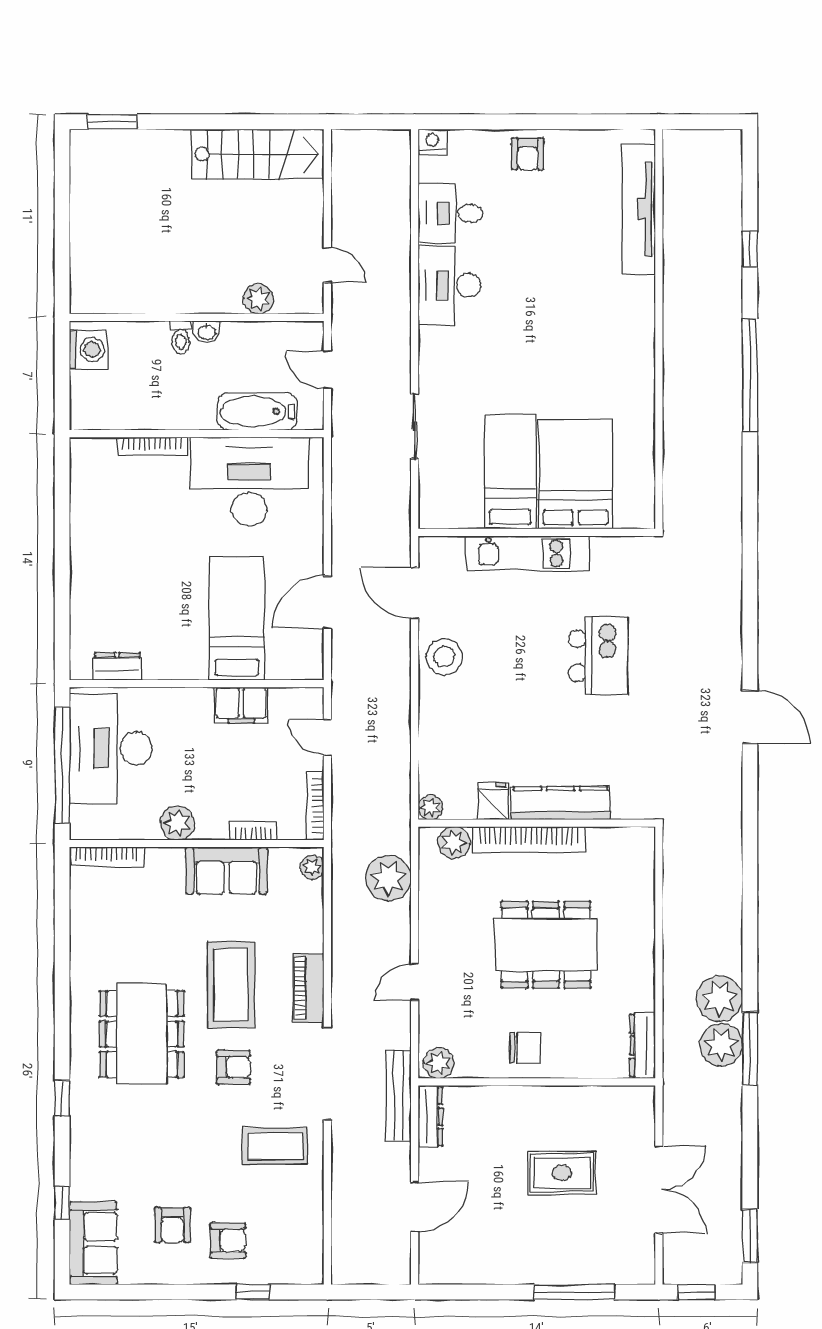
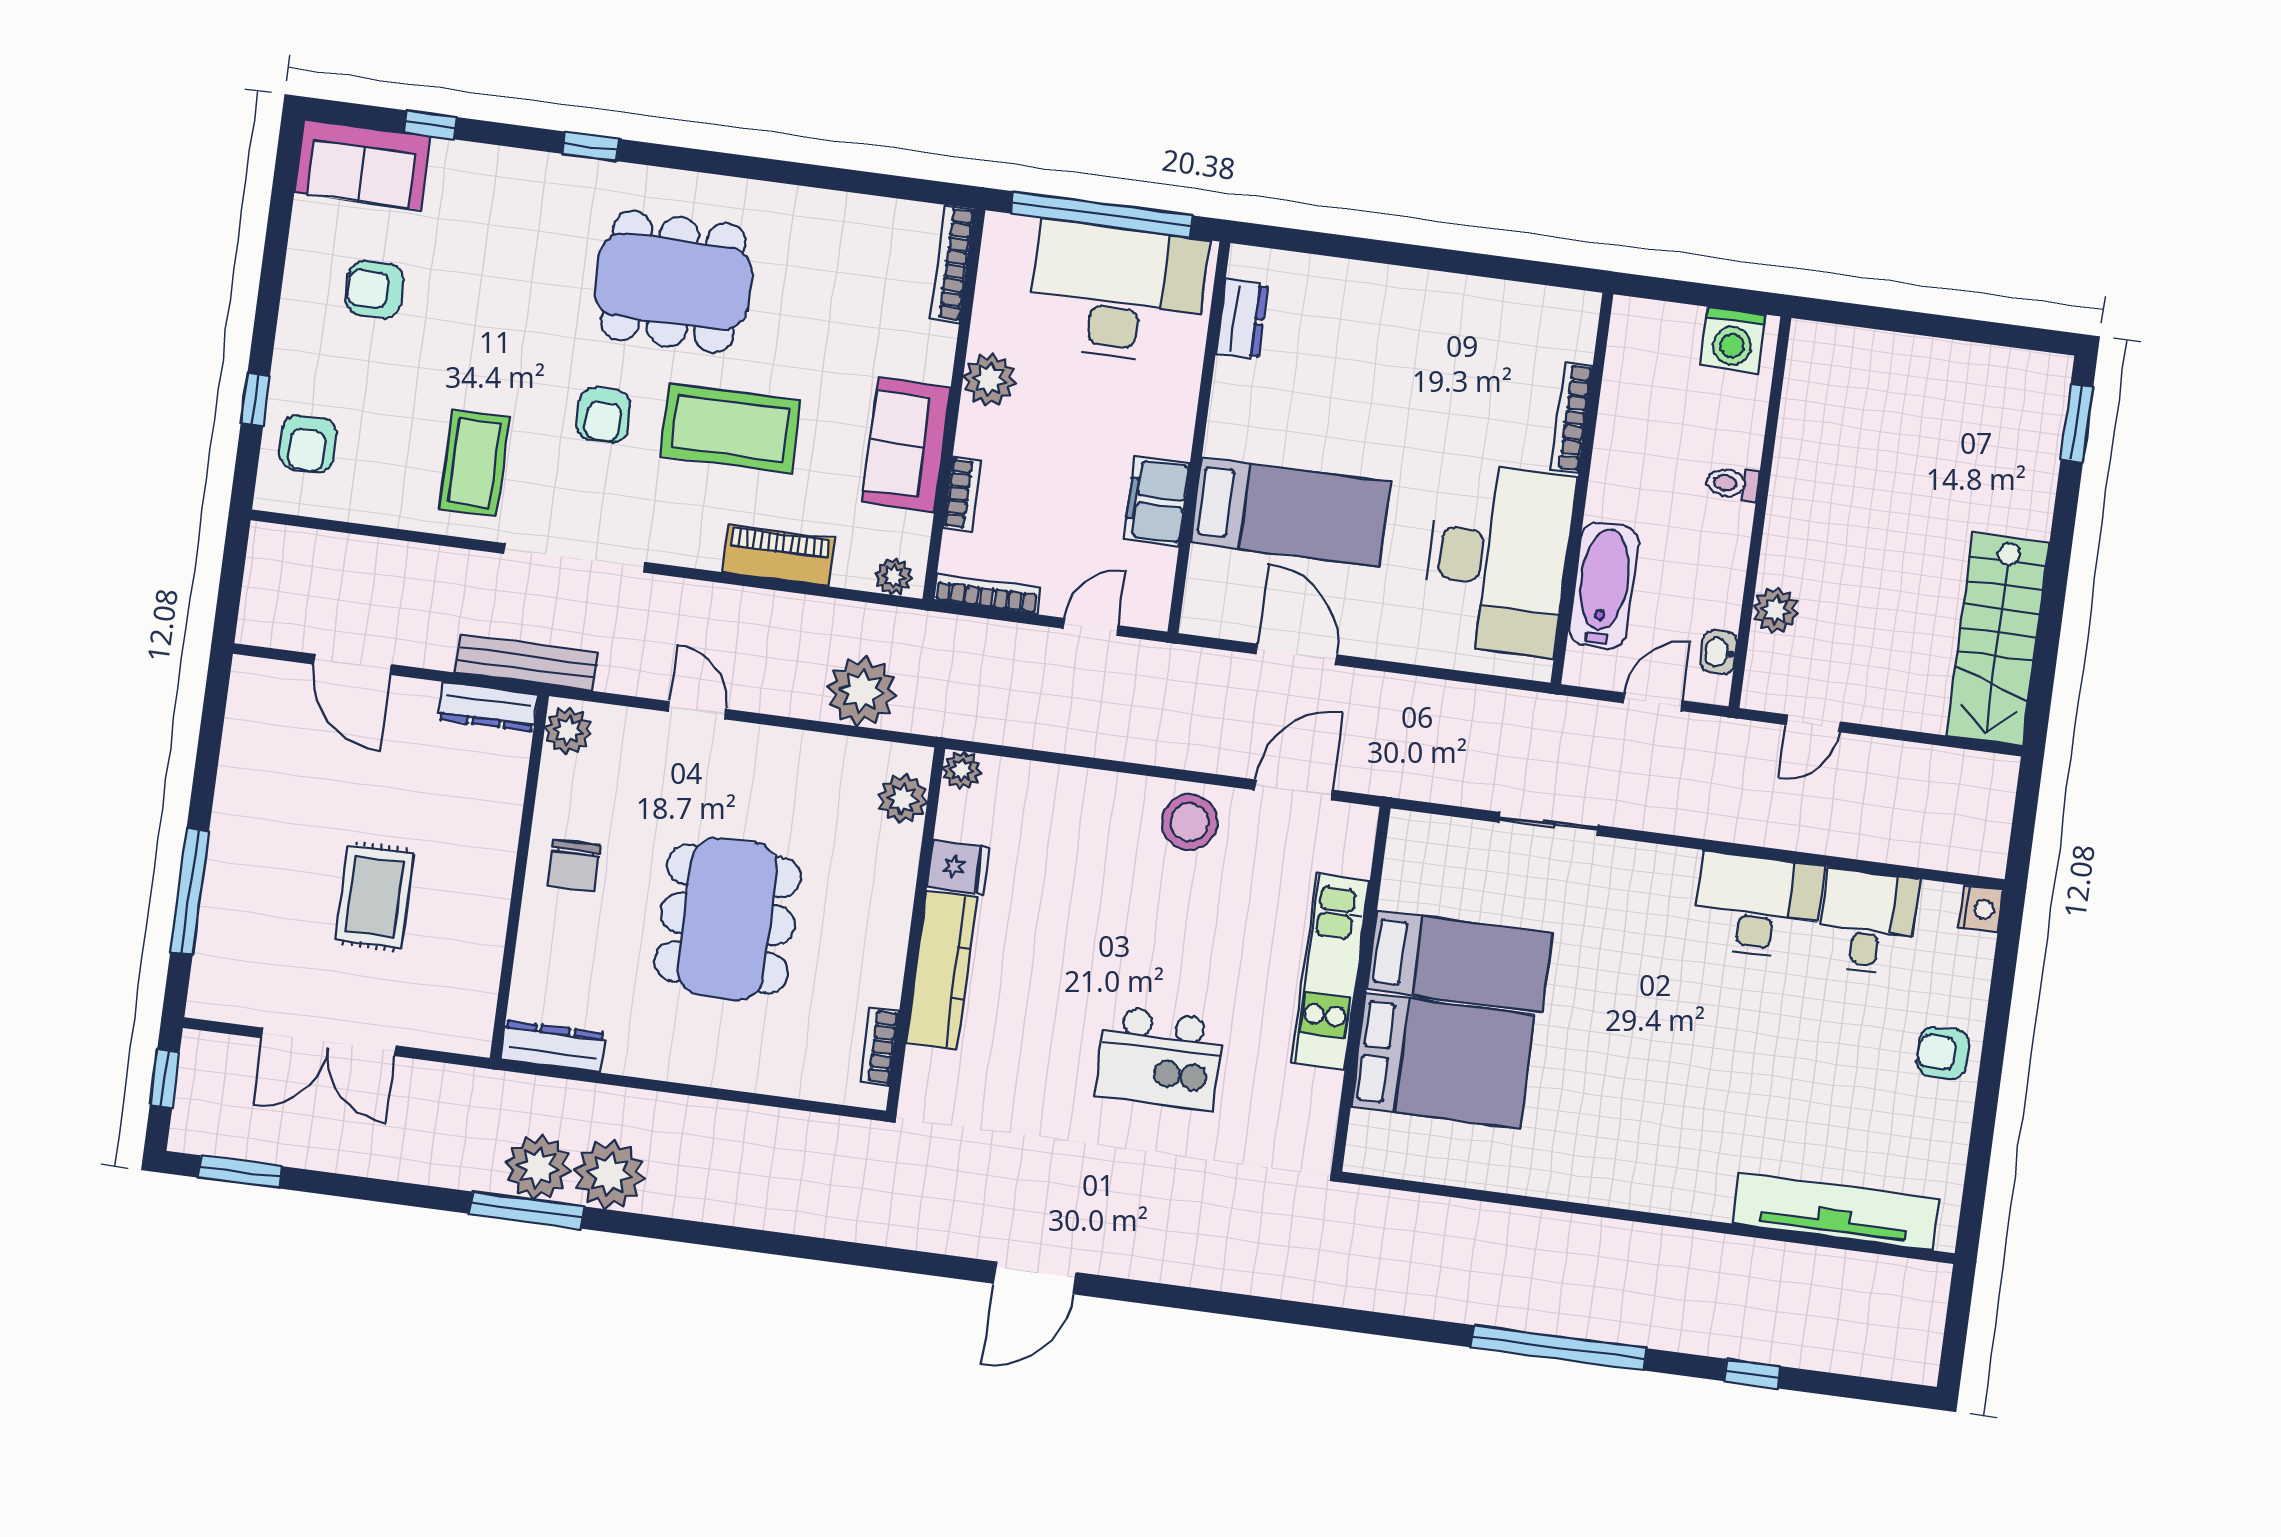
washbasin: (207, 332) -> (1719, 652), moved
bookcase: (529, 839) -> (879, 1046), moved, width x0.43, depth x0.76
piano: (308, 988) -> (779, 556), moved
armchair: (228, 1240) -> (308, 444), moved

